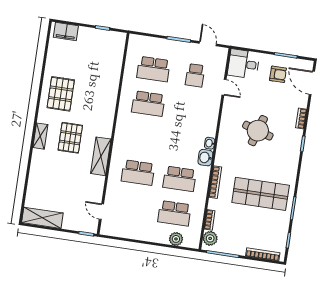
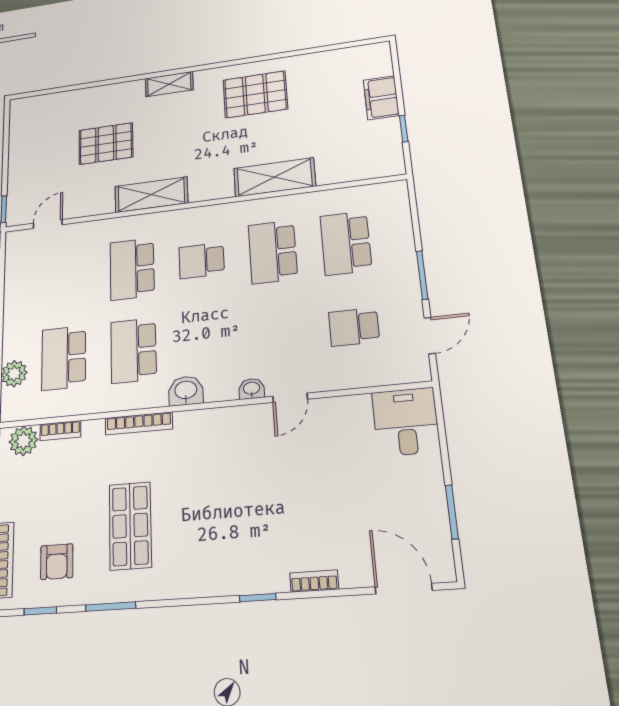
filing cabinet: (66, 32) -> (381, 98), moved
armchair: (278, 74) -> (57, 562), moved
door: (312, 83) -> (404, 589), hinge flipped
door: (224, 87) -> (290, 398), moved
round table: (258, 131) -> (266, 488), removed
pallet: (70, 138) -> (106, 144), moved
school desk: (143, 138) -> (202, 261), added
washbasin: (210, 143) -> (252, 389), moved
shop shelf: (261, 194) -> (130, 526), width x0.70, depth x0.74
shelving: (42, 218) -> (274, 177), moved, turned 90

